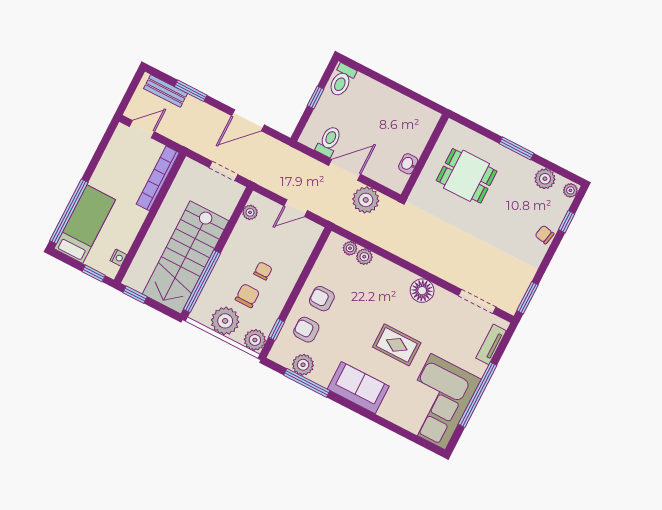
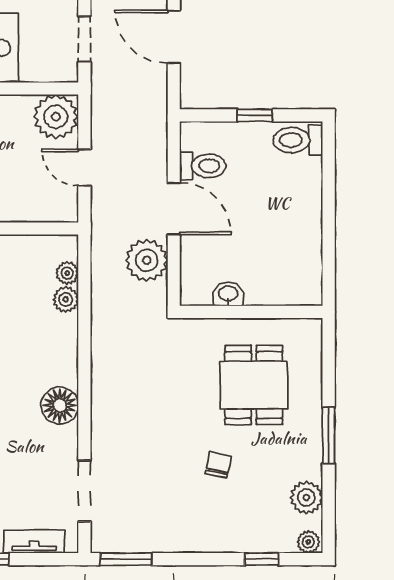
plant: (250, 212) -> (56, 117), width x1.88, depth x1.88
chair: (544, 235) -> (218, 465), moved

